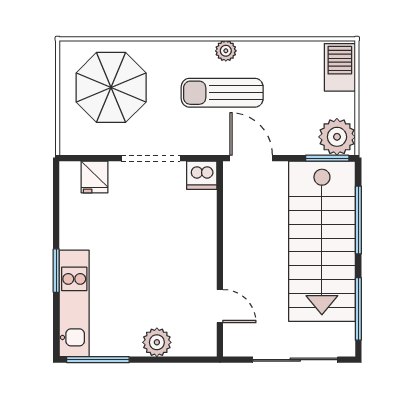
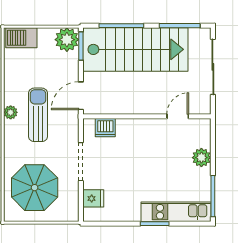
sun lounger: (222, 93) -> (38, 115), turned 180
dishwasher: (202, 175) -> (105, 128), moved, turned 90

